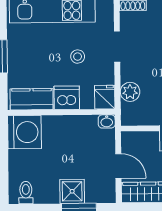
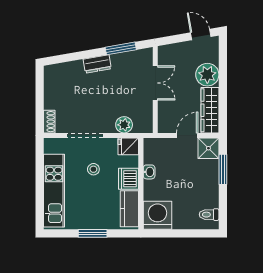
doorway: (117, 46) -> (85, 135), width x1.38
washbasin: (107, 121) -> (149, 172), moved
shower: (72, 191) -> (208, 148), moved

